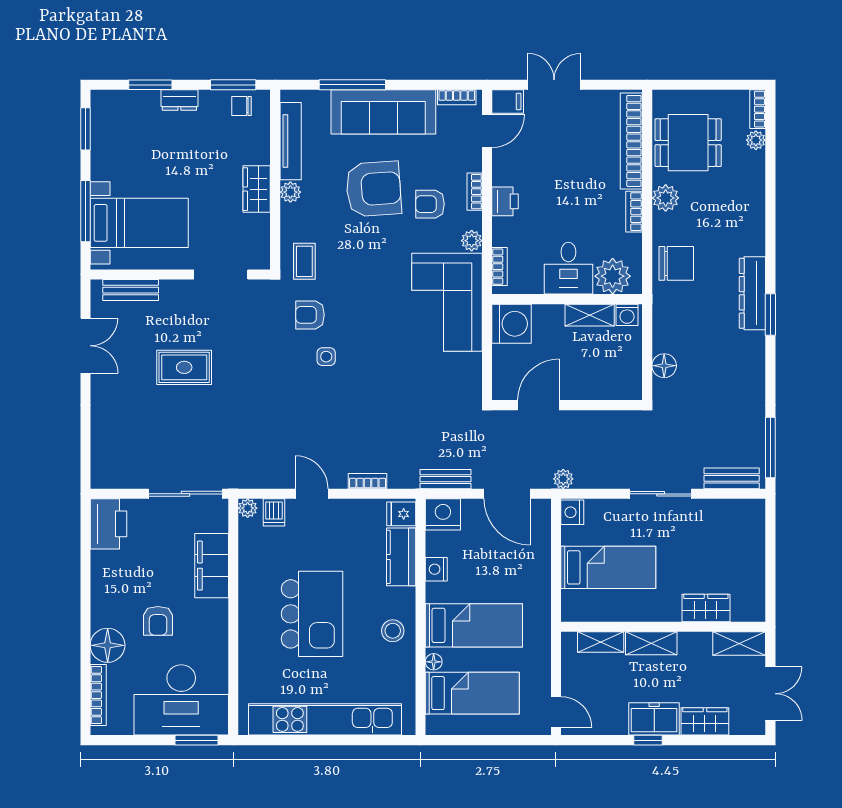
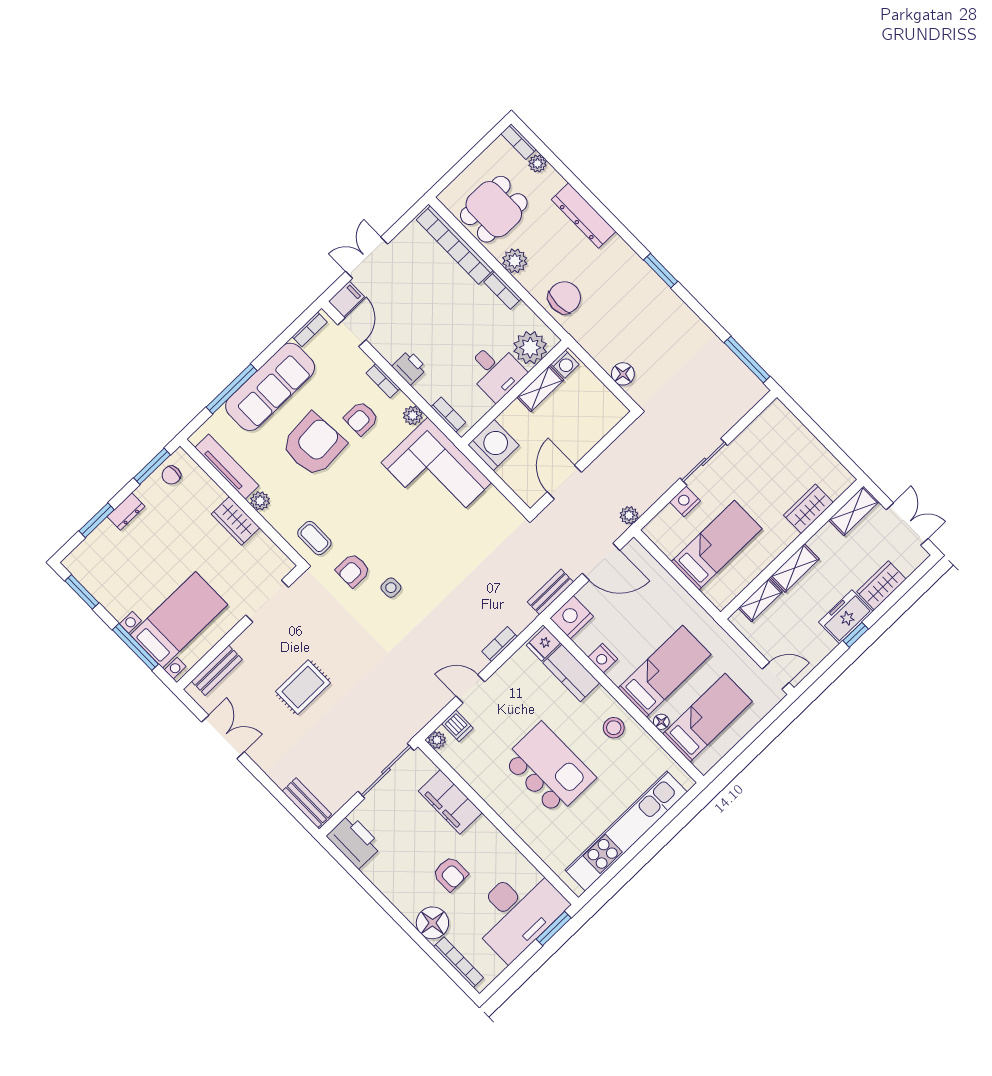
dresser: (752, 293) -> (584, 215), moved
bench: (732, 478) -> (307, 803), moved, turned 90
nightstand: (572, 512) -> (685, 501), moved, turned 90

